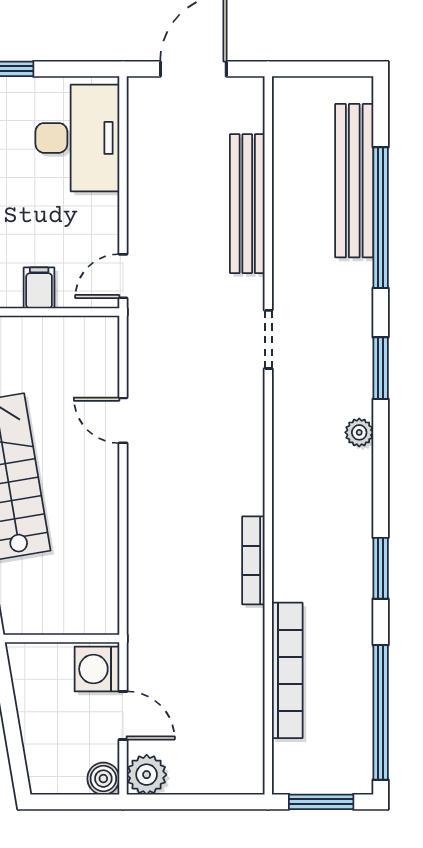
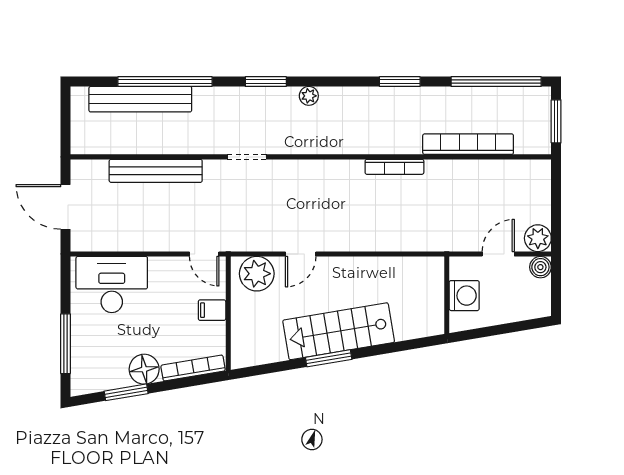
plant: (94, 355) -> (257, 274), added
washing machine: (97, 669) -> (464, 296), moved, turned -90

